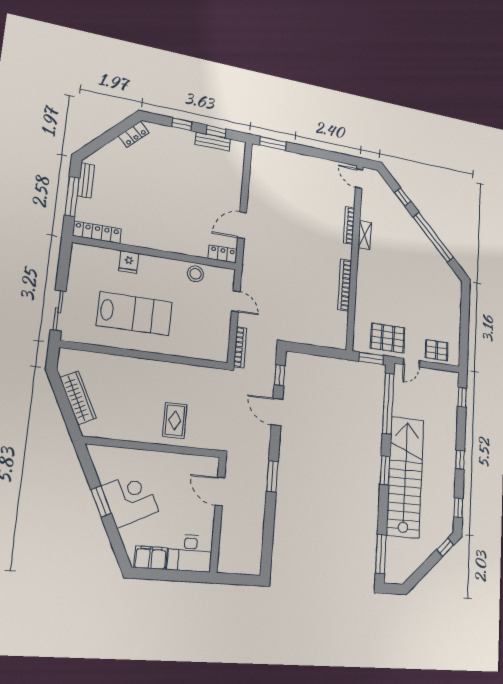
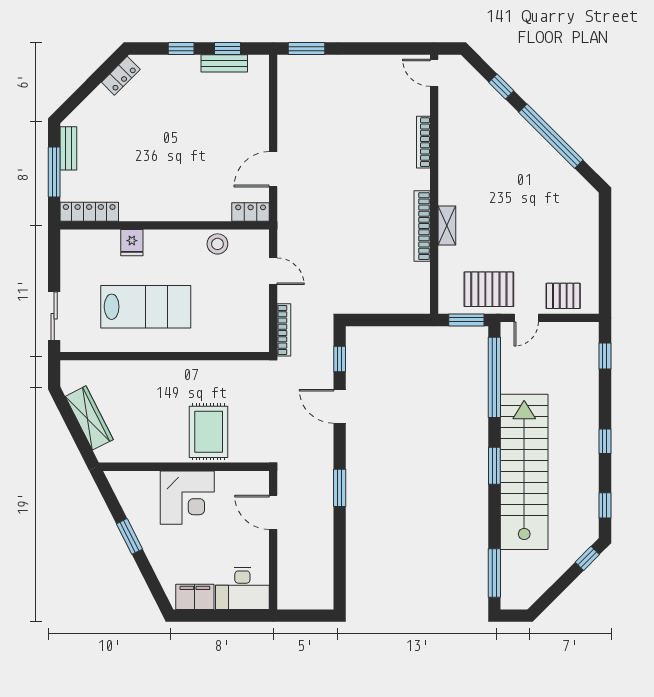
shelving: (365, 235) -> (447, 225), moved
rug: (175, 420) -> (209, 432), width x1.36, depth x1.43
corner desk: (130, 499) -> (187, 498), moved, turned 117

